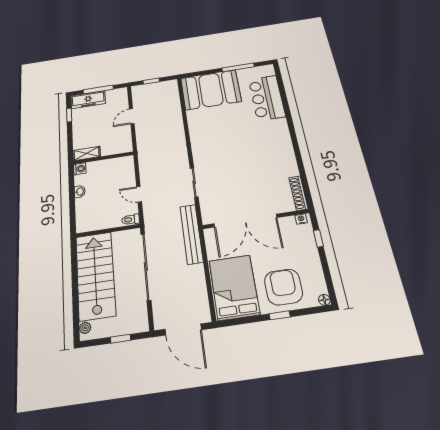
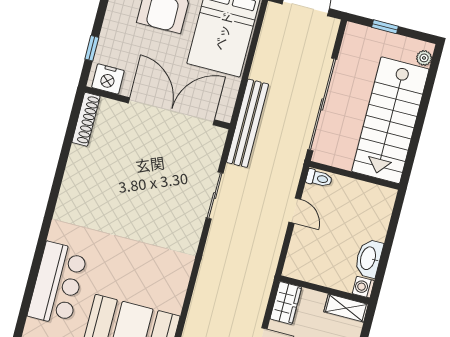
wardrobe: (125, 142) -> (286, 303), added
washbasin: (80, 192) -> (369, 258), width x1.91, depth x1.45
nightstand: (301, 219) -> (108, 79), width x1.89, depth x1.79

